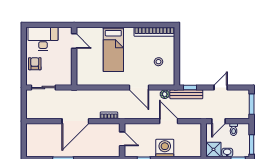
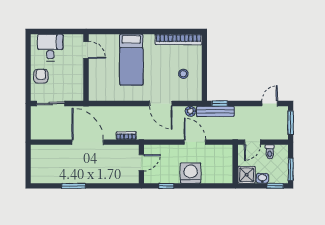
desk: (43, 39) -> (50, 47), width x0.73
door: (221, 88) -> (270, 104), moved
door: (75, 121) -> (88, 142), swing flipped
door: (122, 139) -> (141, 163), hinge flipped

